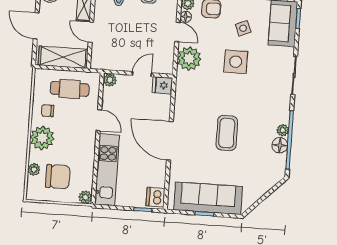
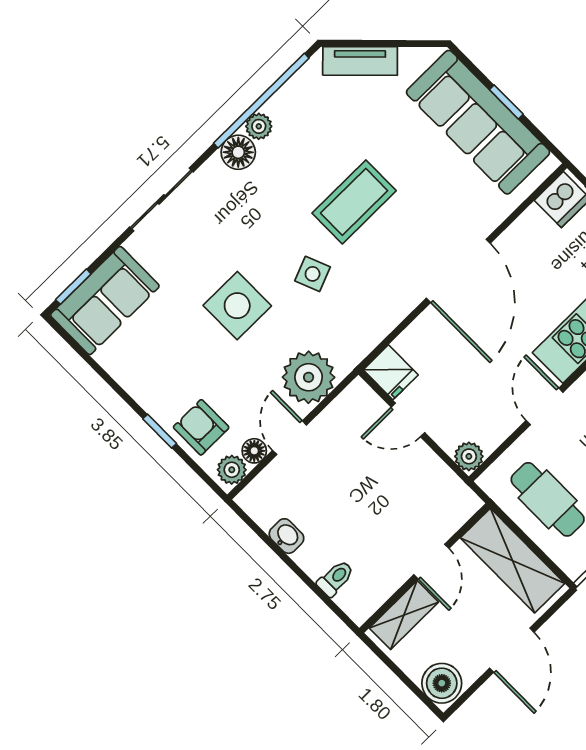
side table: (243, 28) -> (313, 274), moved
floor lamp: (280, 145) -> (238, 152), moved
tv unit: (267, 184) -> (360, 61), added

